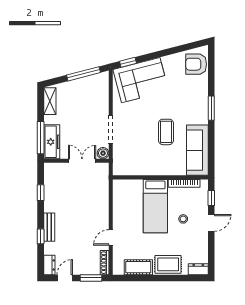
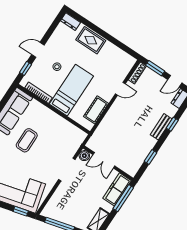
cot: (138, 267) -> (96, 110), moved, turned 90

